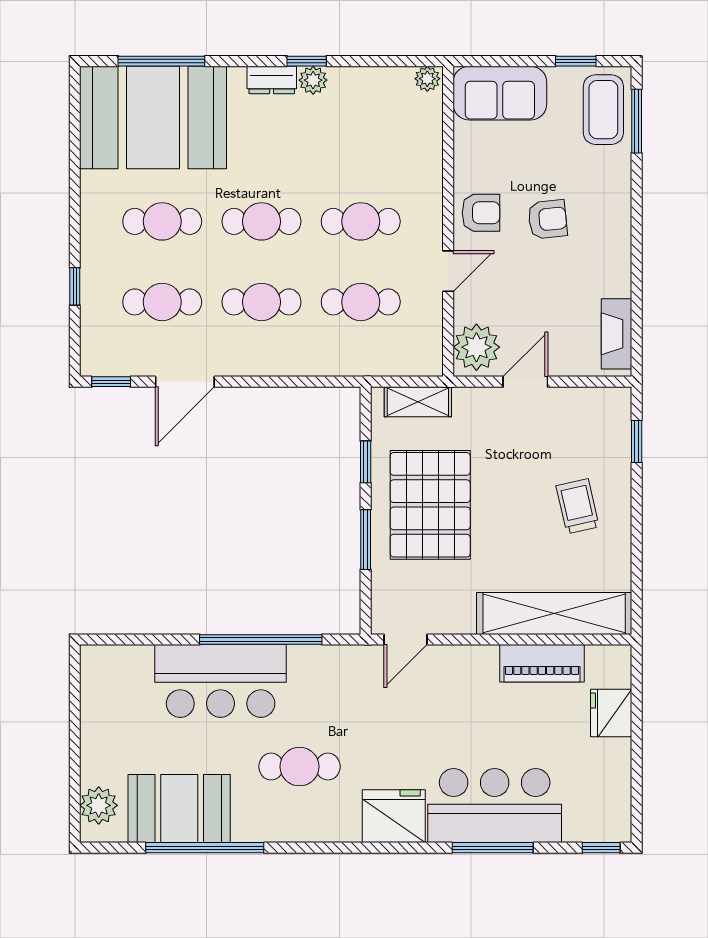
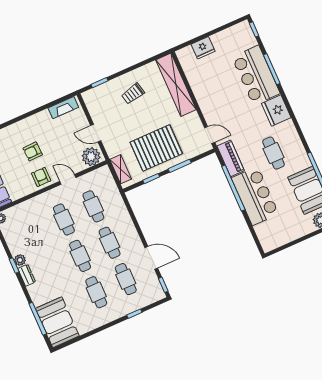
booth: (153, 118) -> (57, 322), width x0.73, depth x0.70
armchair: (548, 219) -> (33, 151), turned -86
piano: (542, 663) -> (231, 158), moved

